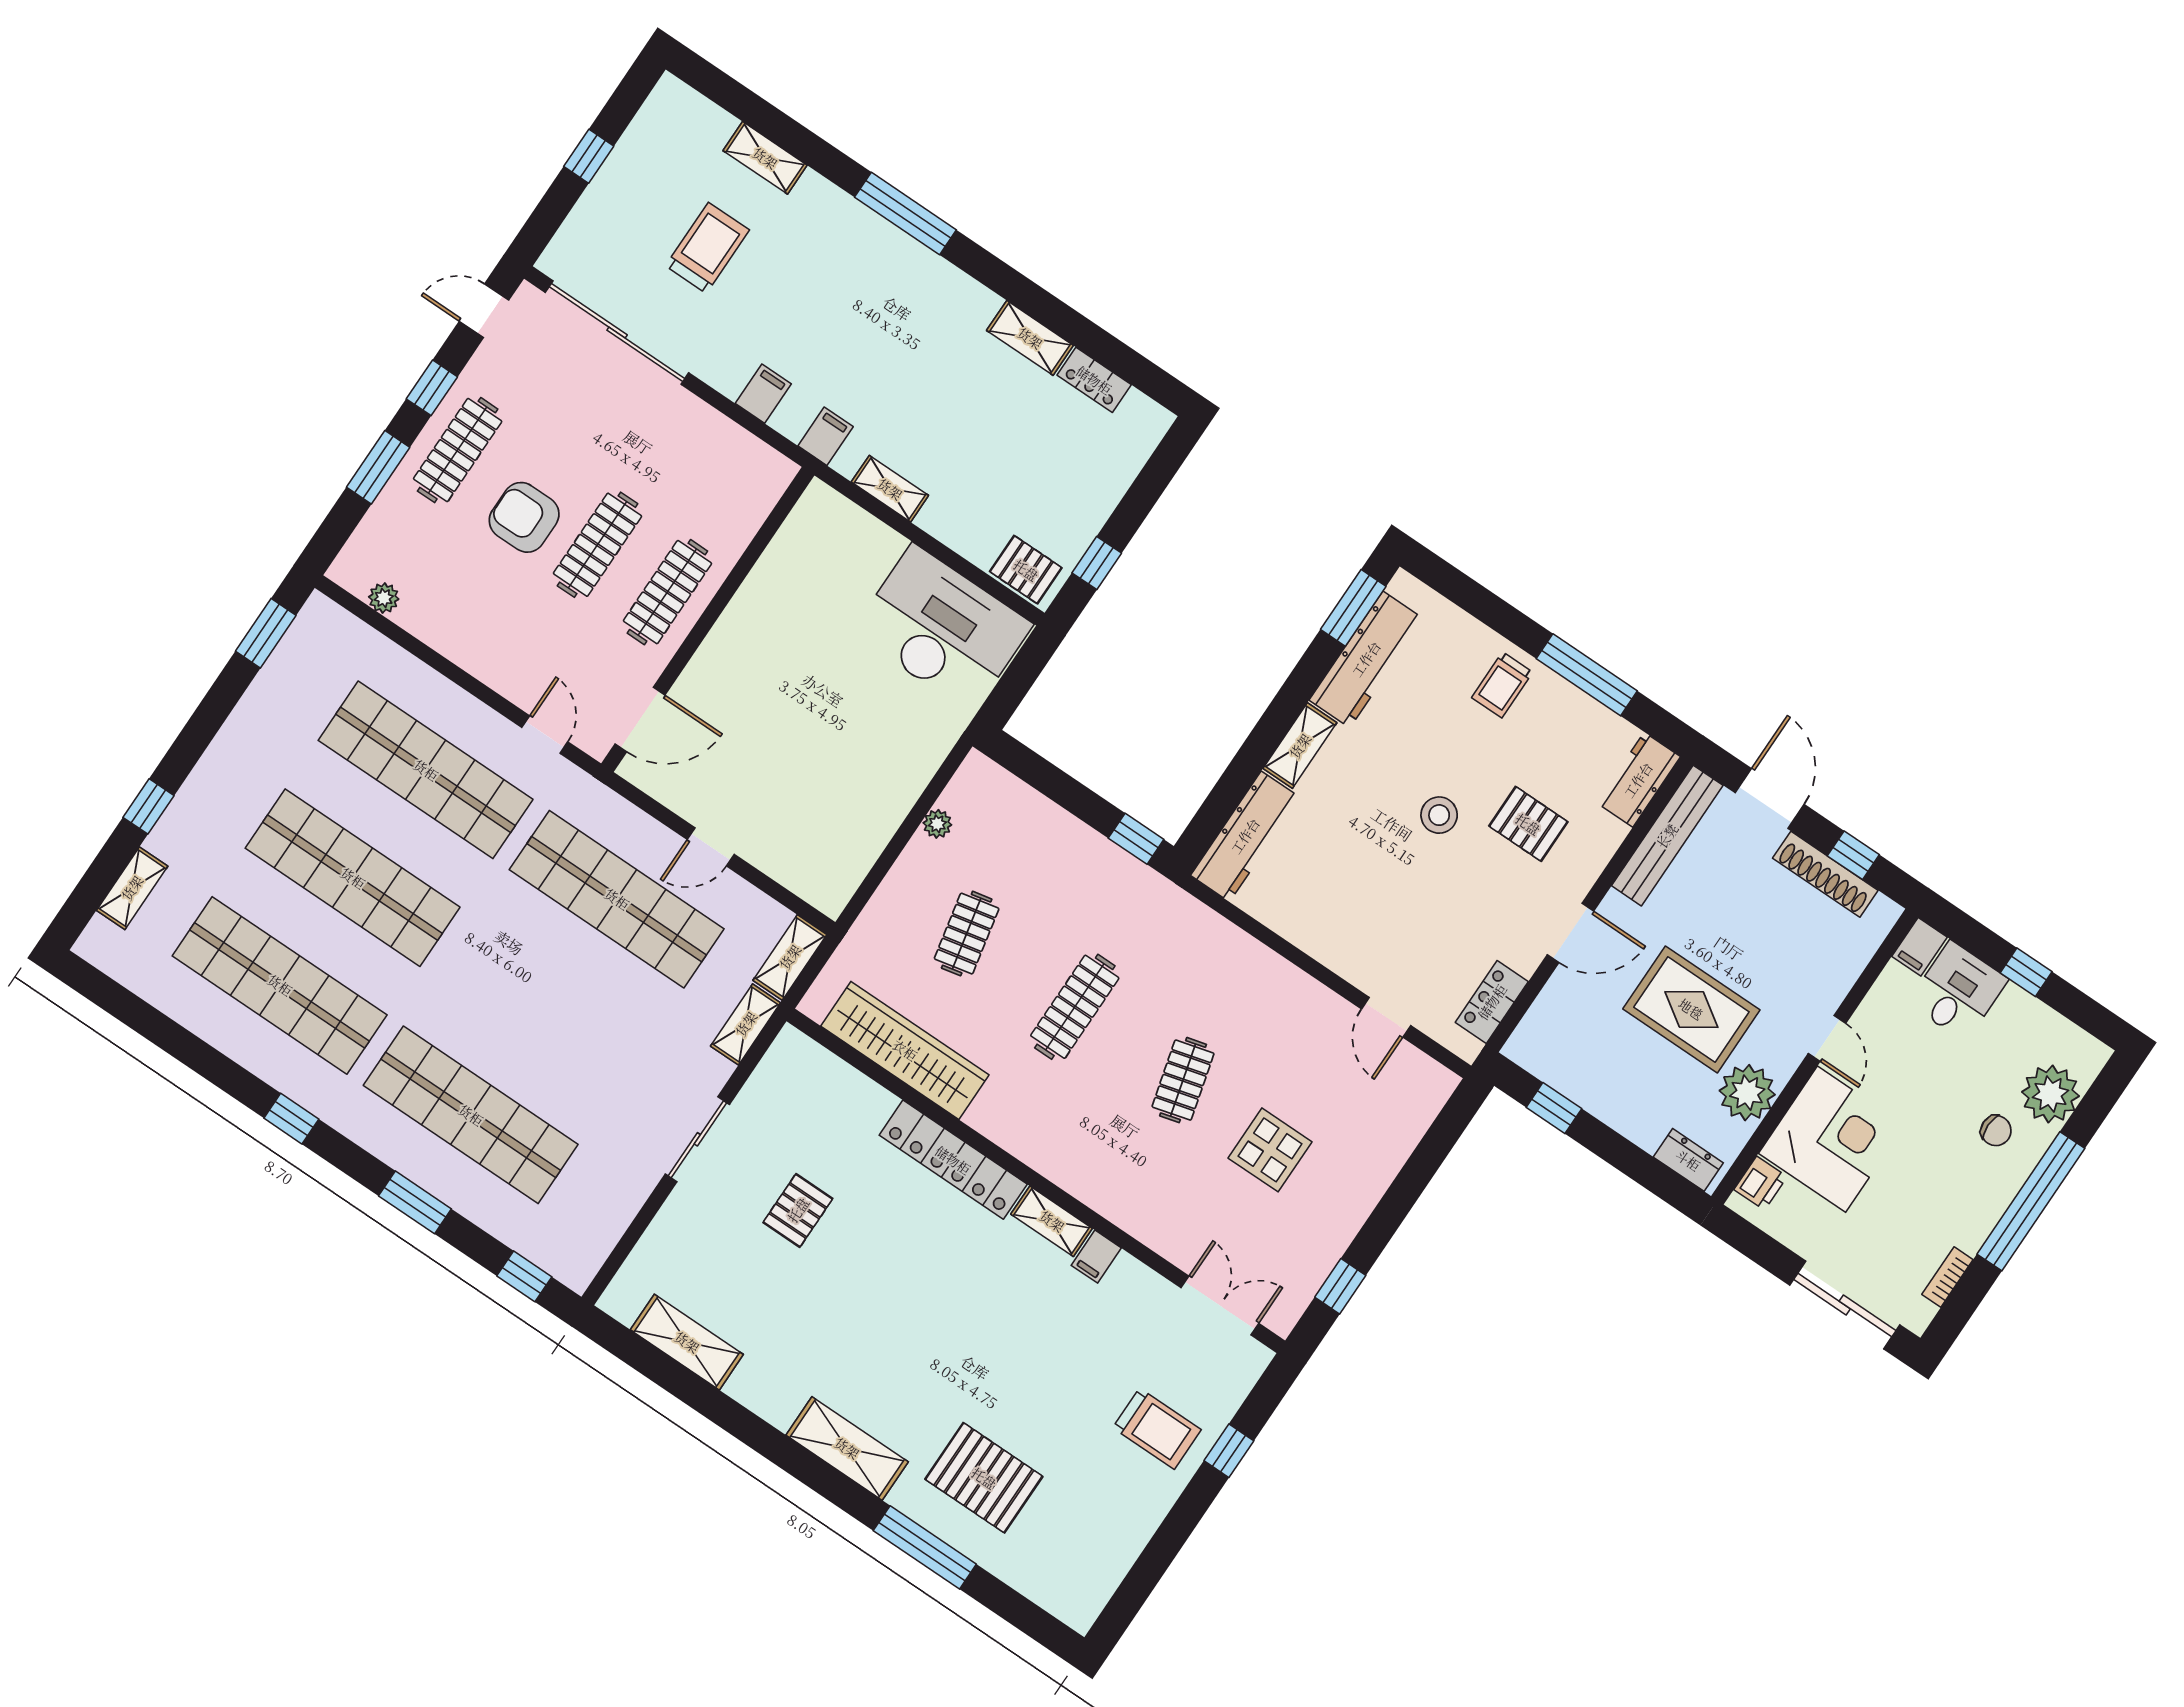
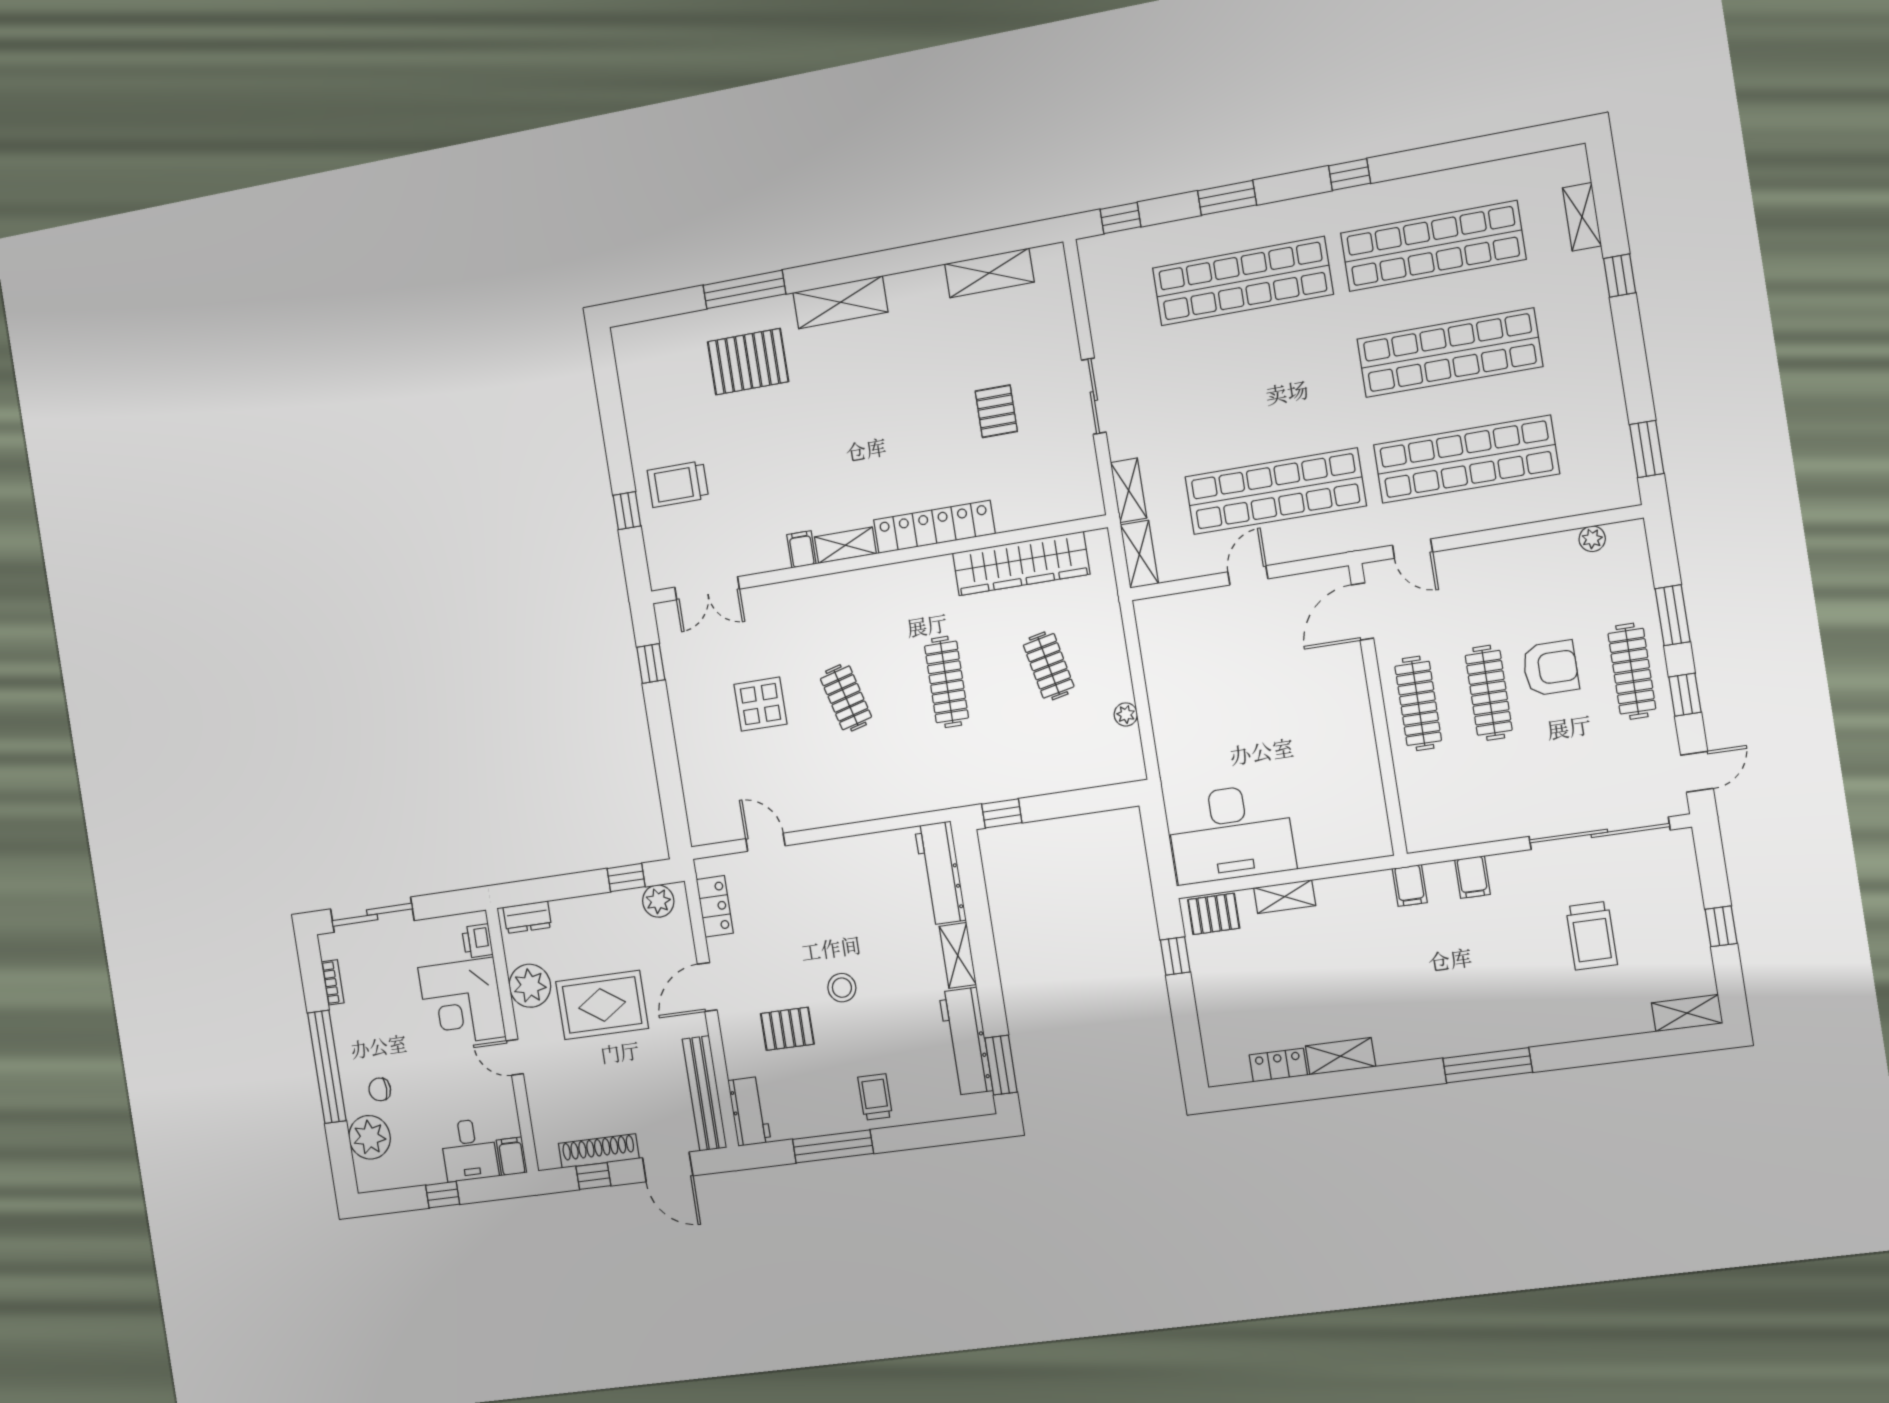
shelving: (765, 158) -> (1687, 1013), moved
shelving: (890, 489) -> (1285, 897), moved
plant: (1543, 1057) -> (658, 901), added

